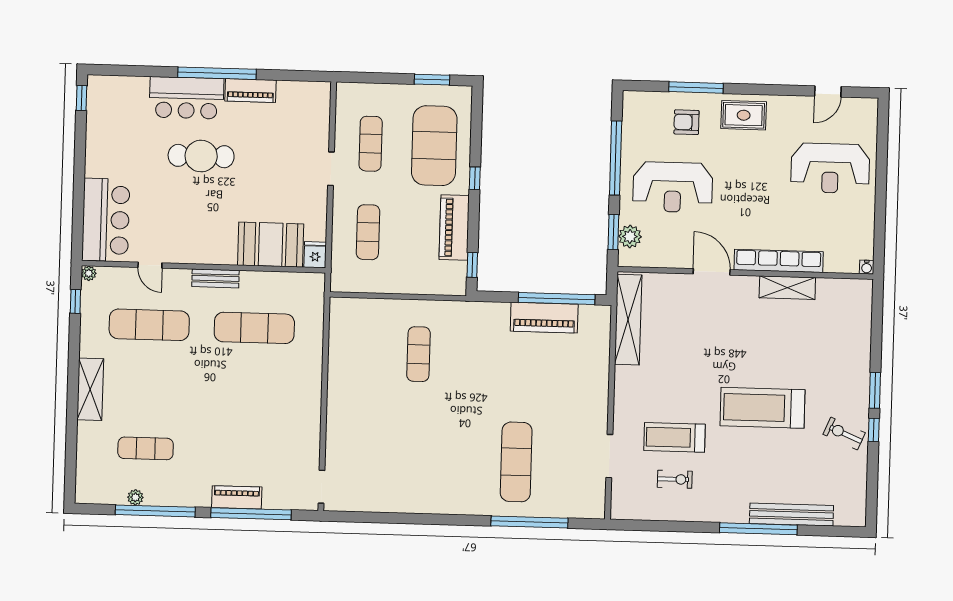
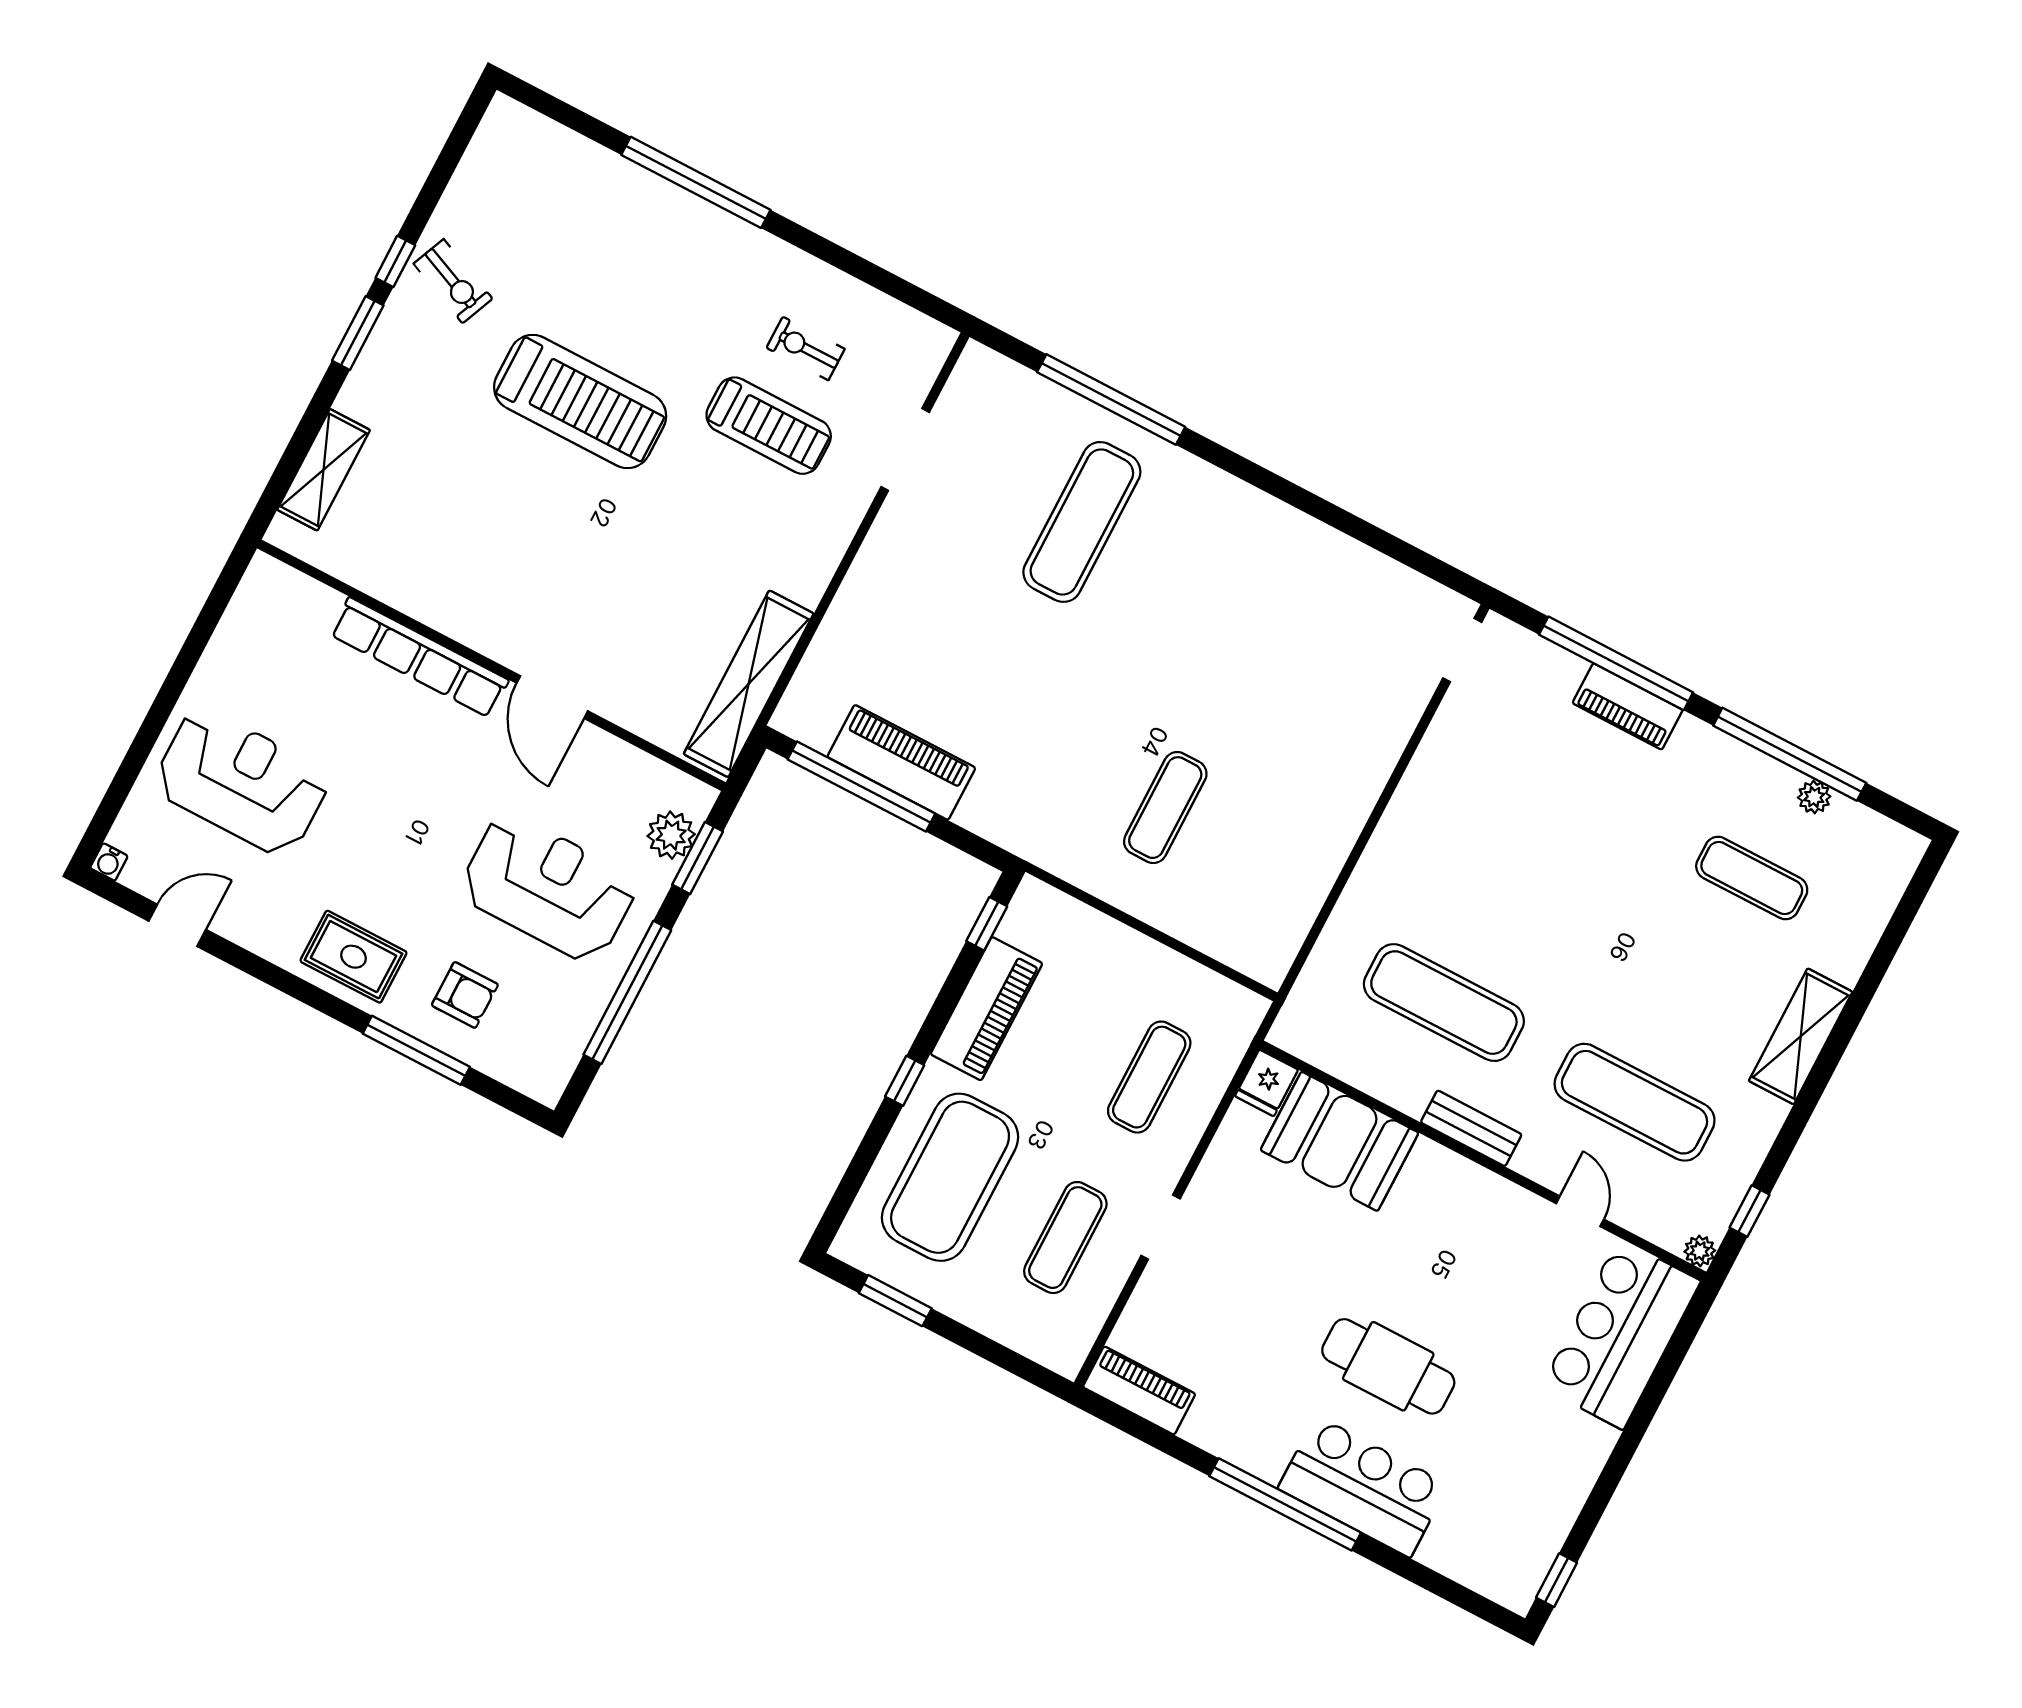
piano: (250, 91) -> (1139, 1391), moved
water cooler: (867, 267) -> (109, 862), moved, turned 180
shelving: (787, 288) -> (324, 470), moved, turned 90
bench: (791, 514) -> (622, 179), removed

